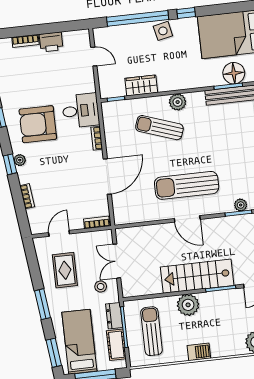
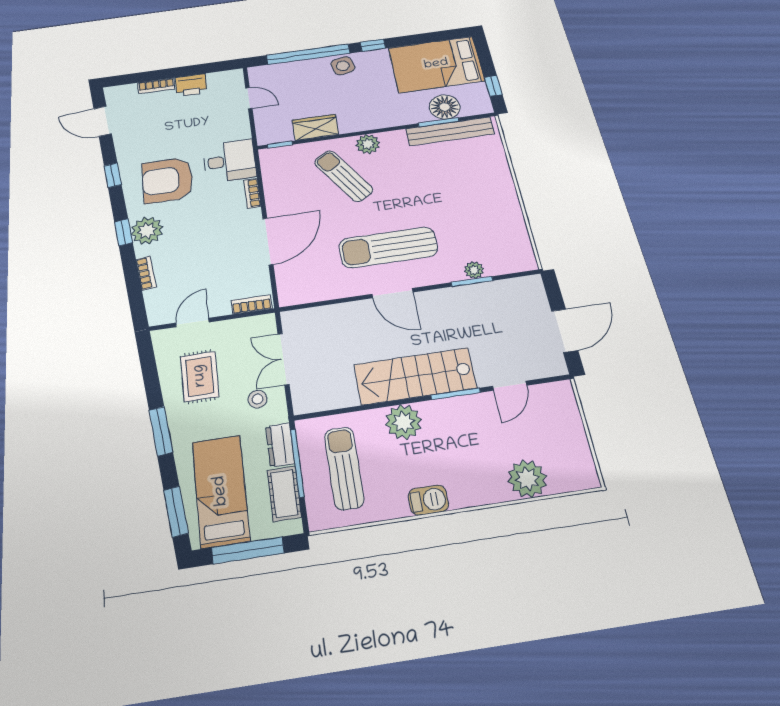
sun lounger: (159, 128) -> (343, 176), turned 38
plant: (20, 160) -> (147, 231), width x1.88, depth x1.88

